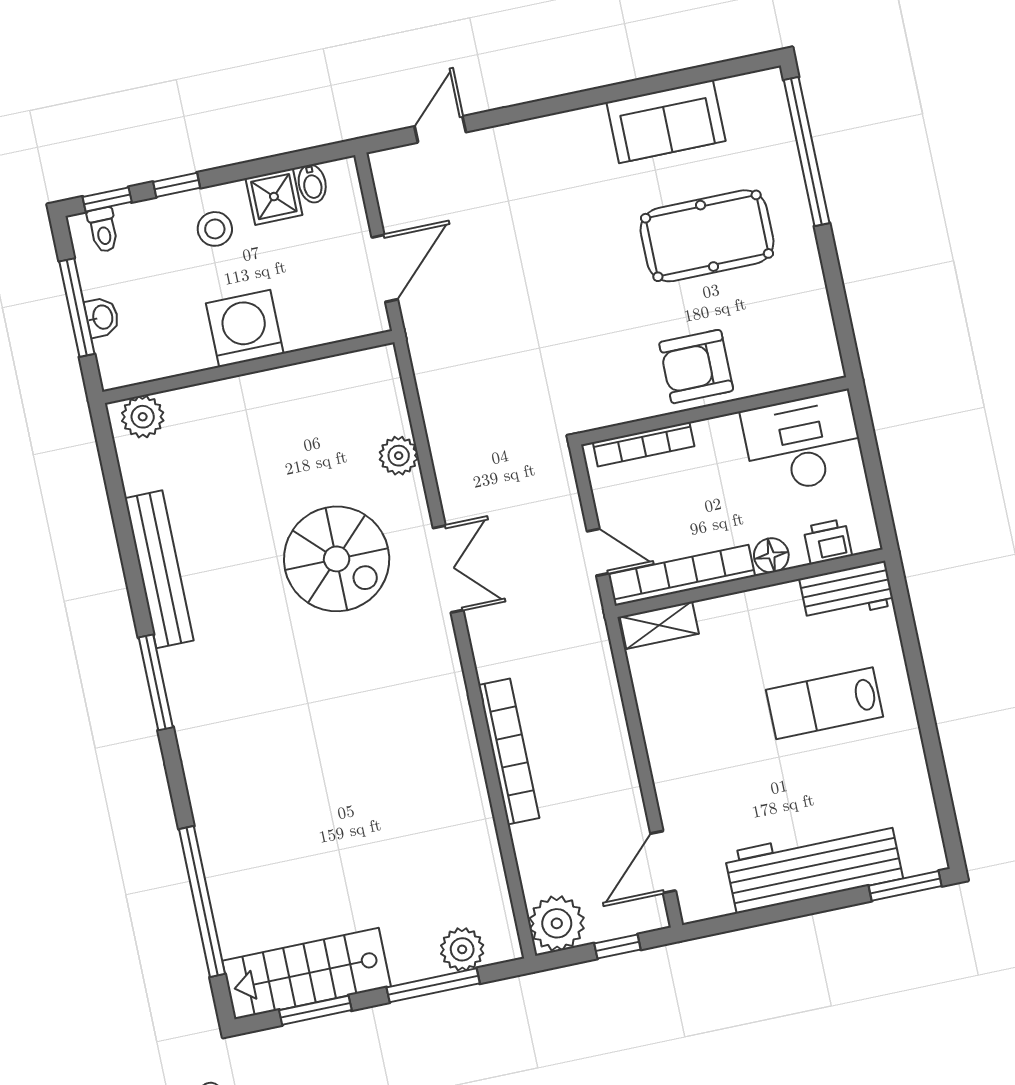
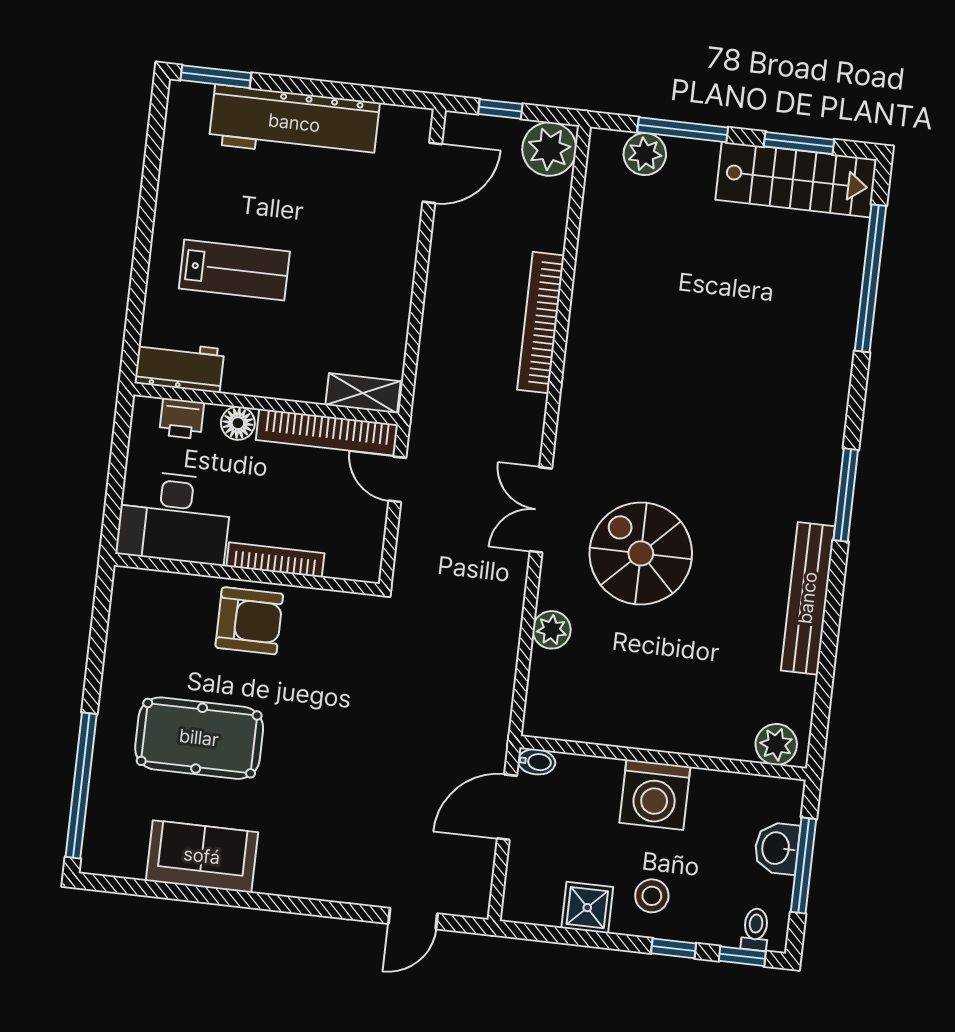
bidet: (312, 184) -> (536, 762), moved, turned 90
washbasin: (102, 317) -> (777, 848), width x1.38, depth x1.45
bookcase: (644, 444) -> (275, 560), moved

